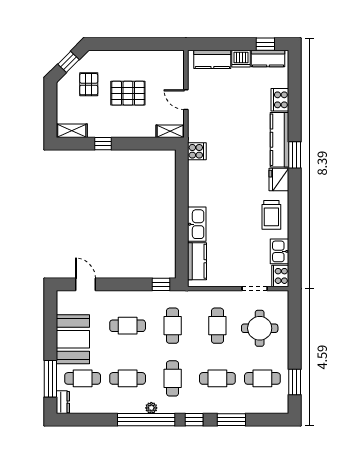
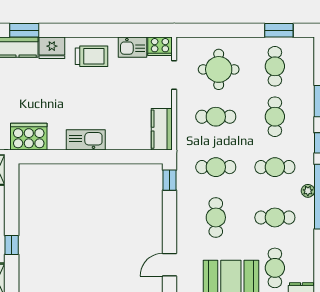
cooker: (197, 151) -> (29, 137), width x1.87, depth x1.31
kitchen sink: (197, 224) -> (86, 140), moved
kitchen counter: (197, 261) -> (162, 129), moved, turned -90
cafe table: (128, 378) -> (275, 217), turned 90

